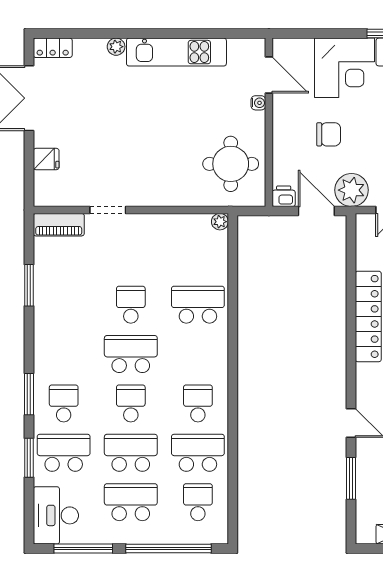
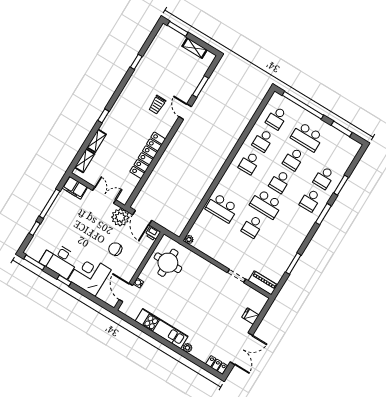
school desk: (64, 453) -> (324, 178), width x0.54
school desk: (131, 453) -> (293, 159), width x0.54
school desk: (198, 453) -> (263, 141), width x0.54
desk: (56, 515) -> (345, 152), removed
window: (83, 549) -> (342, 129), width x0.69

